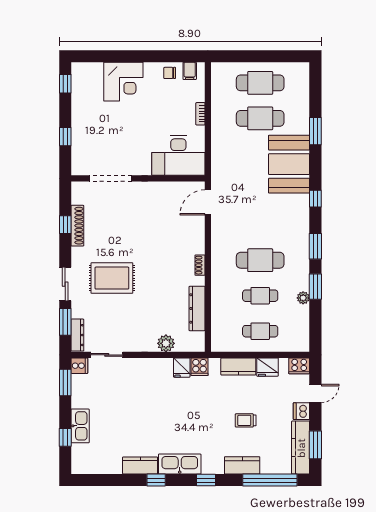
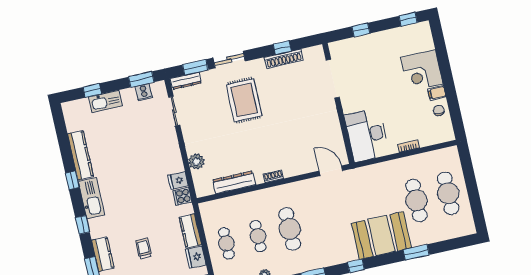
filing cabinet: (190, 71) -> (437, 93), moved
cooker: (79, 366) -> (144, 92), moved
kitchen counter: (140, 465) -> (80, 155), width x1.50

